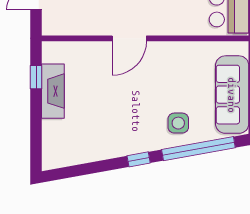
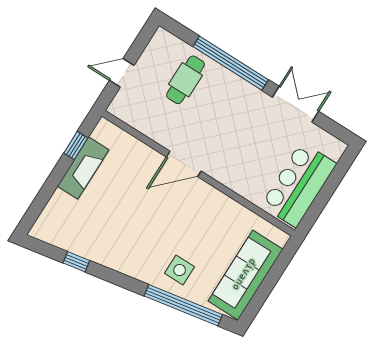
window: (139, 159) -> (76, 262), moved

